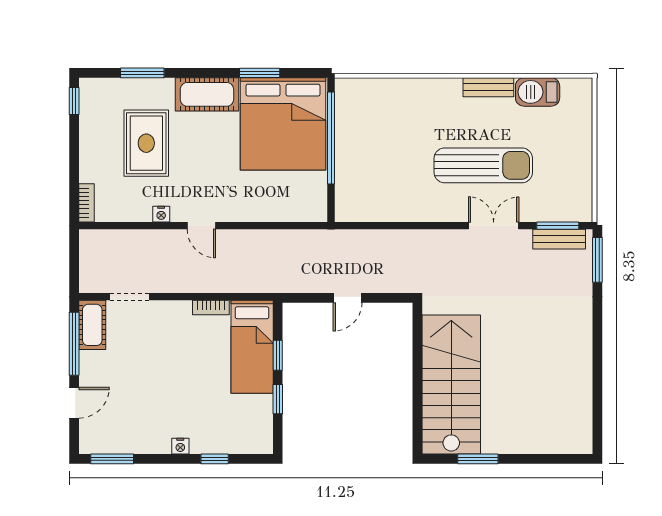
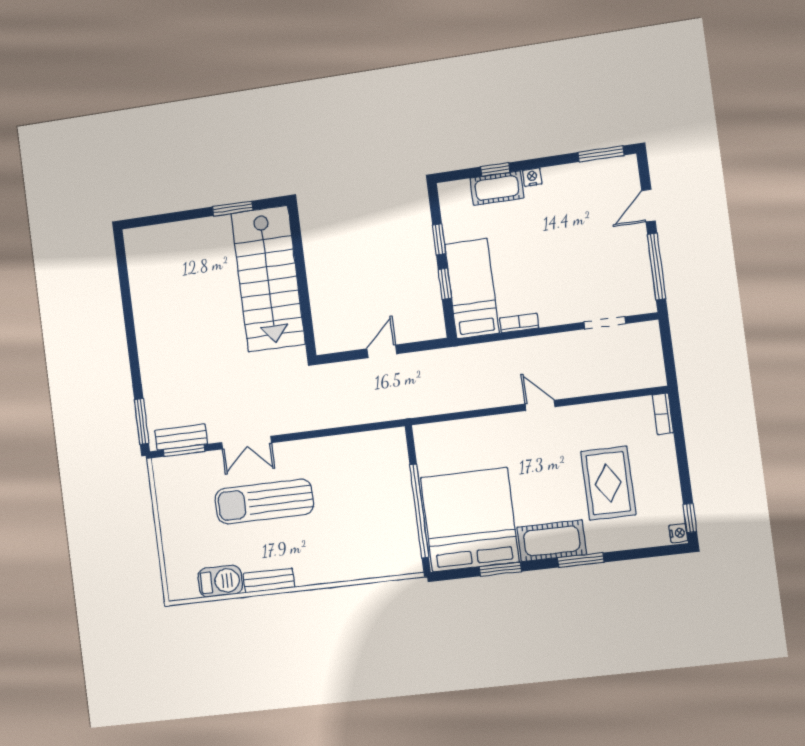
window: (142, 73) -> (581, 560), moved
nightstand: (161, 214) -> (678, 533), moved, turned 90
cot: (92, 325) -> (497, 188), moved, turned 90

